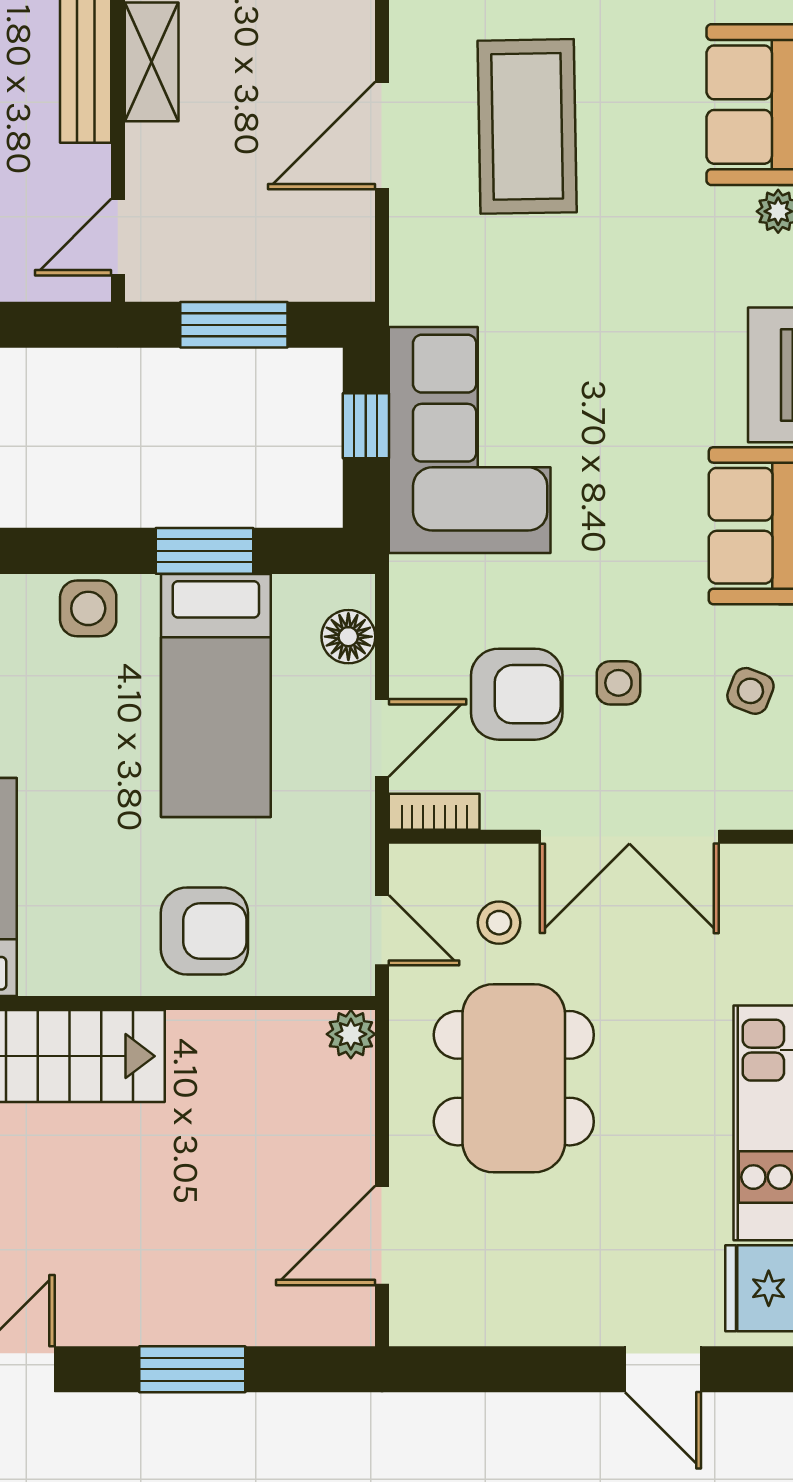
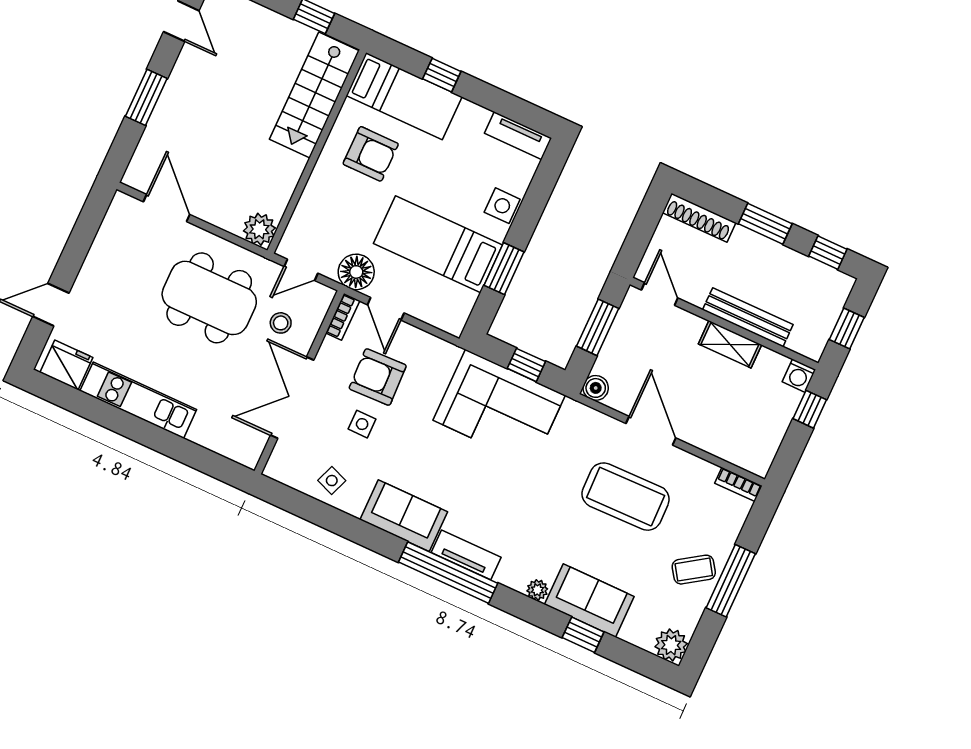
boiler: (349, 276) -> (596, 388), added
floor lamp: (348, 637) -> (356, 272), moved, width x1.38, depth x1.38
armchair: (517, 694) -> (378, 377), turned 88
armchair: (204, 931) -> (371, 154), moved, turned -90
plant: (351, 1034) -> (259, 229), width x1.38, depth x1.38

